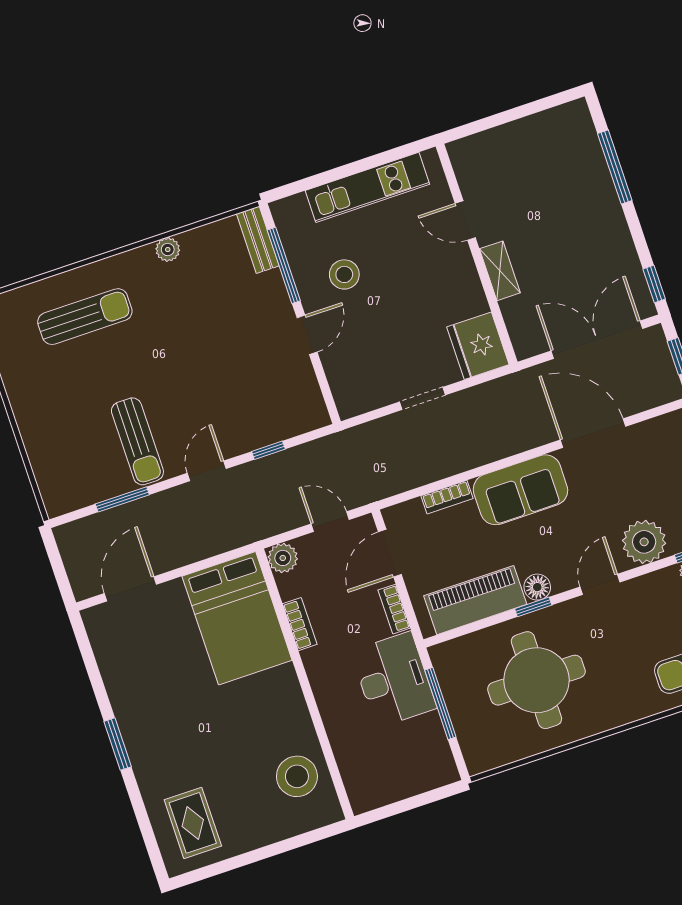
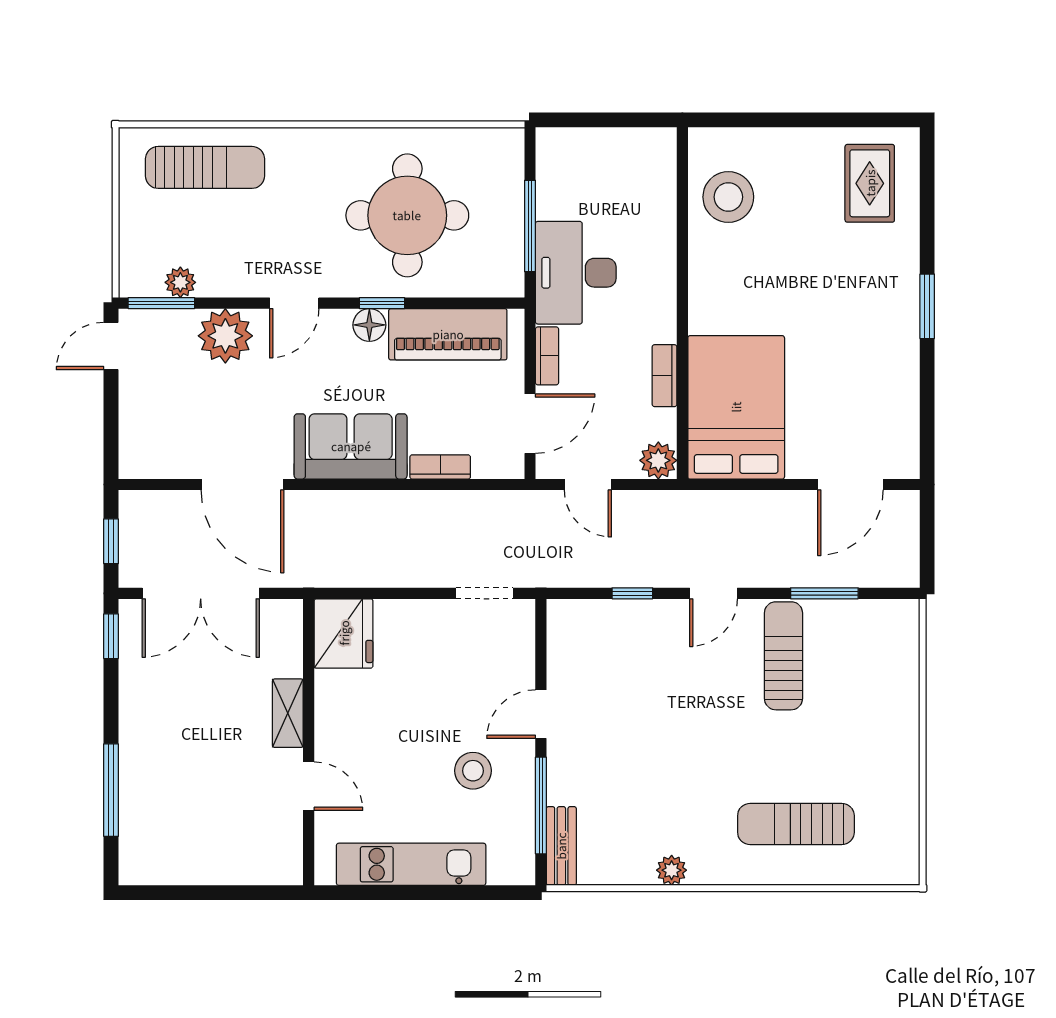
doorway: (423, 398) -> (485, 593), moved

